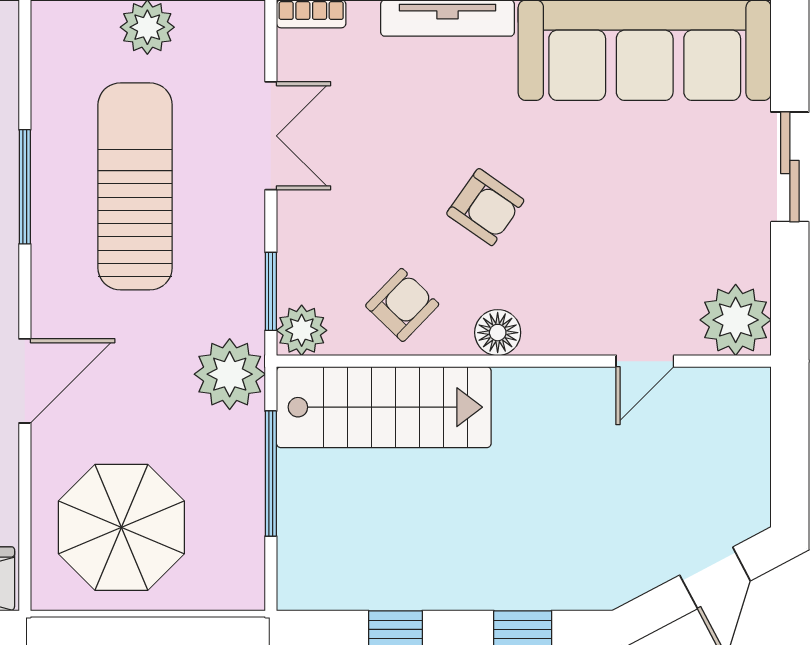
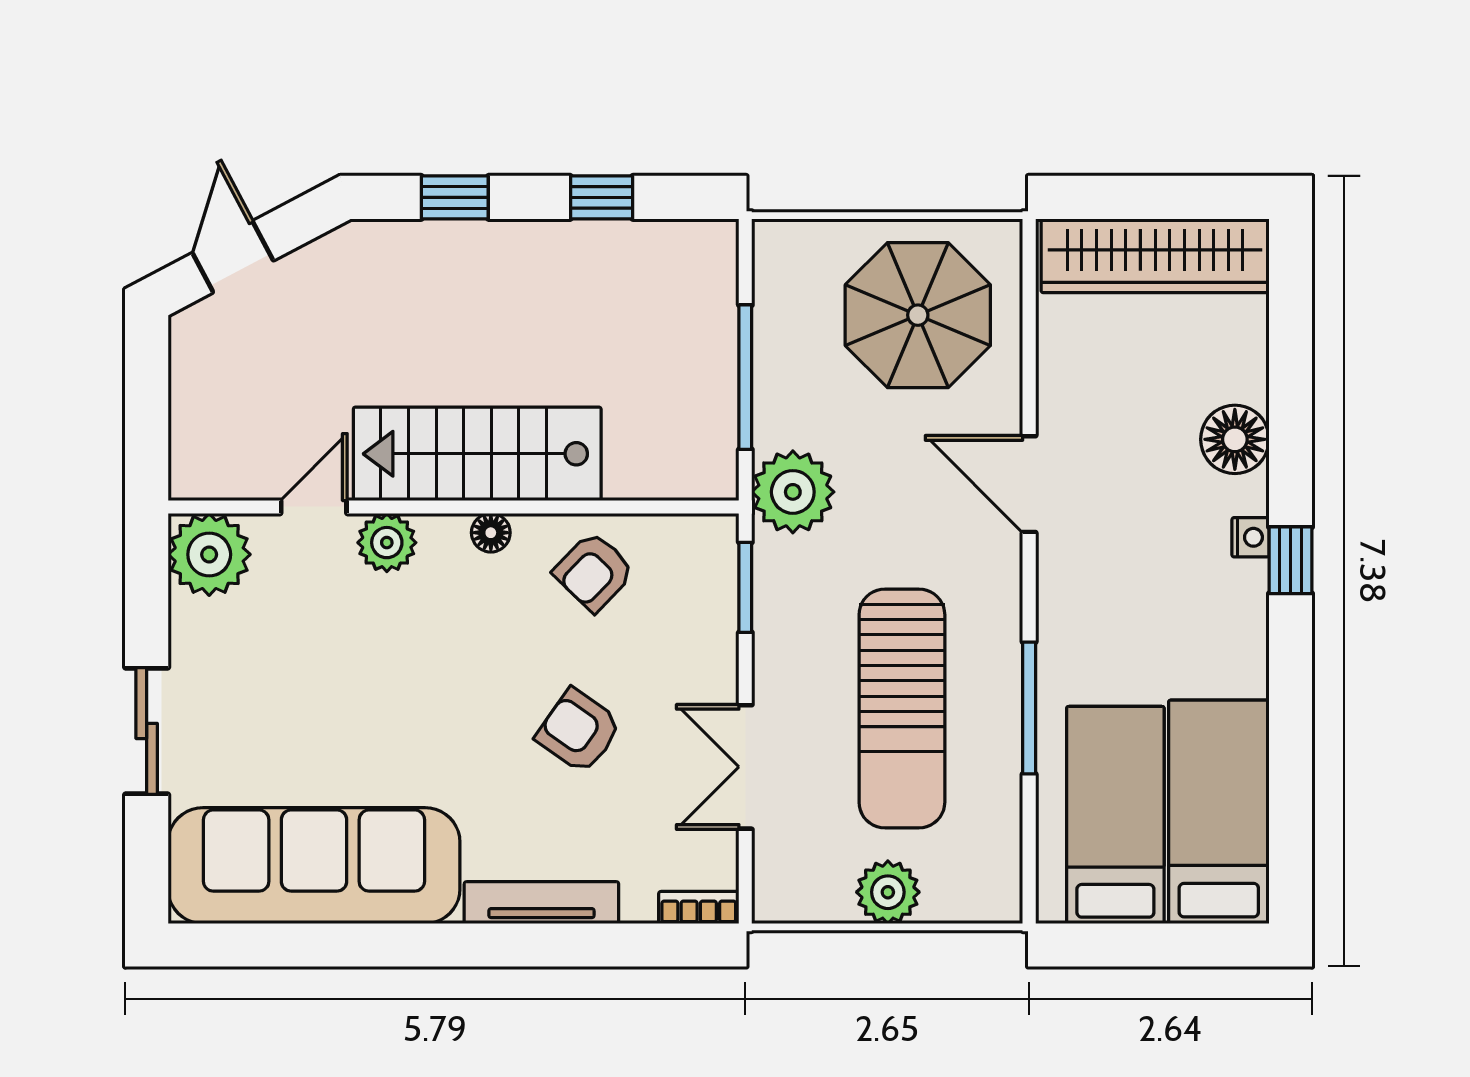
armchair: (485, 207) -> (579, 731), moved
plant: (302, 330) -> (387, 543), moved
floor lamp: (498, 333) -> (491, 533), width x0.73, depth x0.73
door: (25, 381) -> (1029, 484), hinge flipped
stairs: (384, 407) -> (477, 454), moved

